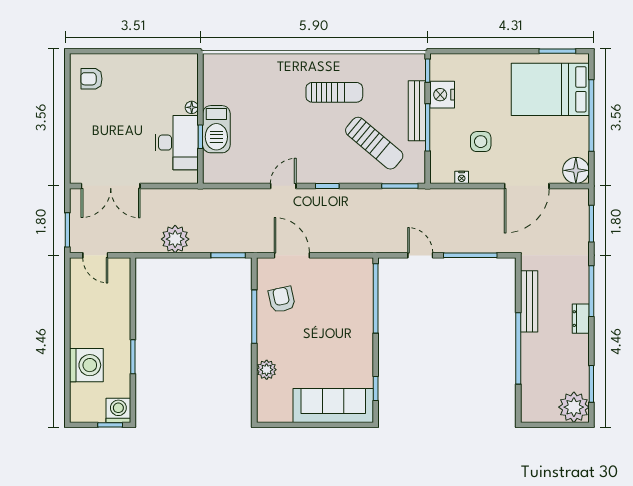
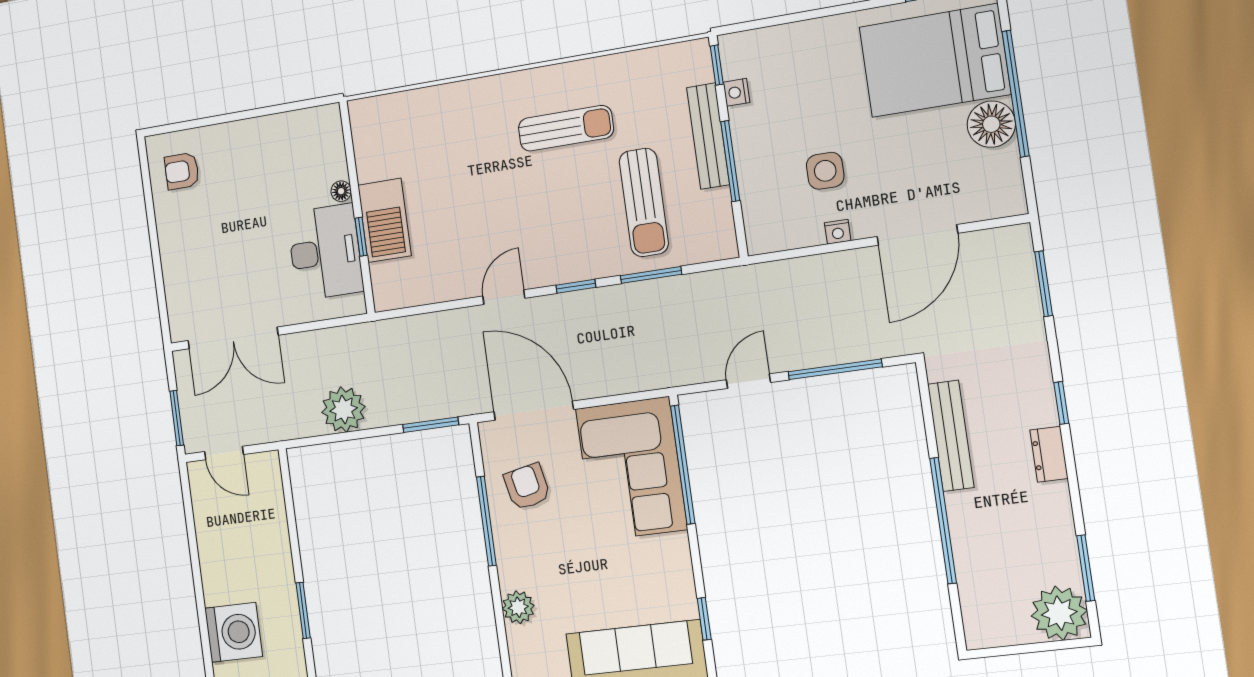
nightstand: (442, 95) -> (736, 92), width x0.53, depth x0.56
sun lounger: (374, 143) -> (644, 202), turned 50
floor lamp: (576, 170) -> (991, 124), moved
nightstand: (462, 177) -> (838, 232), moved
window: (400, 186) -> (651, 275), moved
door: (292, 255) -> (534, 411), width x1.36
door: (420, 255) -> (748, 381), hinge flipped
window: (591, 291) -> (1061, 403), width x0.46
corner sofa: (345, 297) -> (631, 469), added

